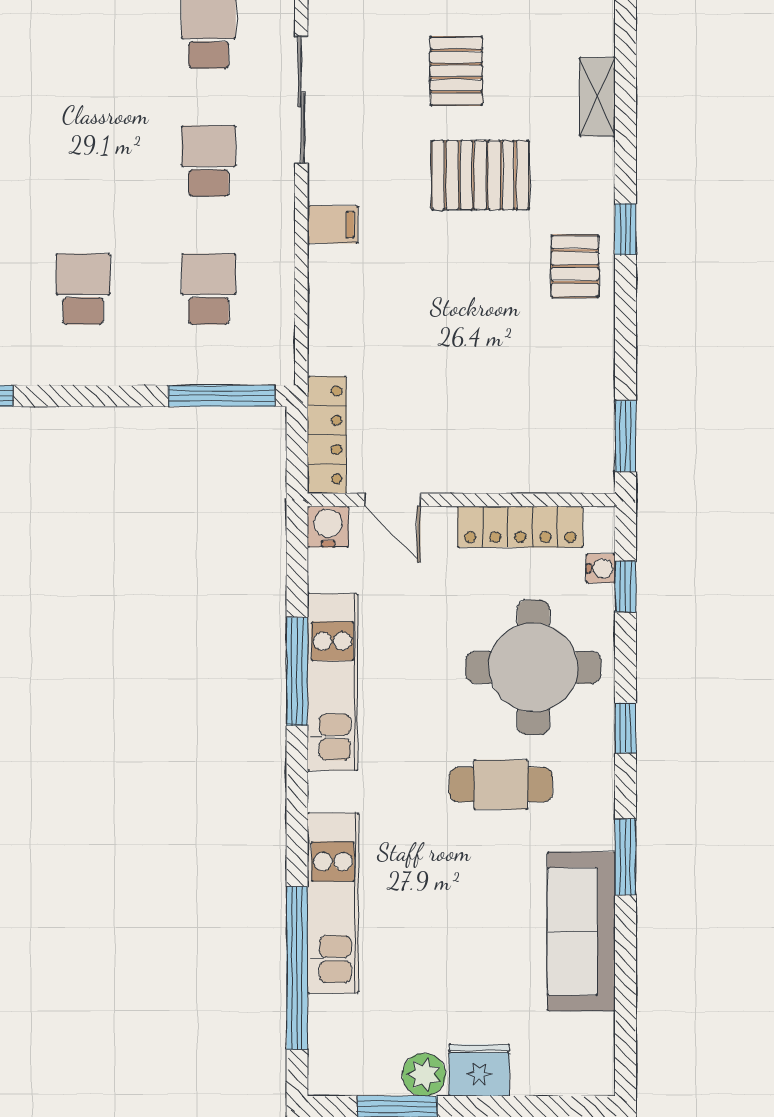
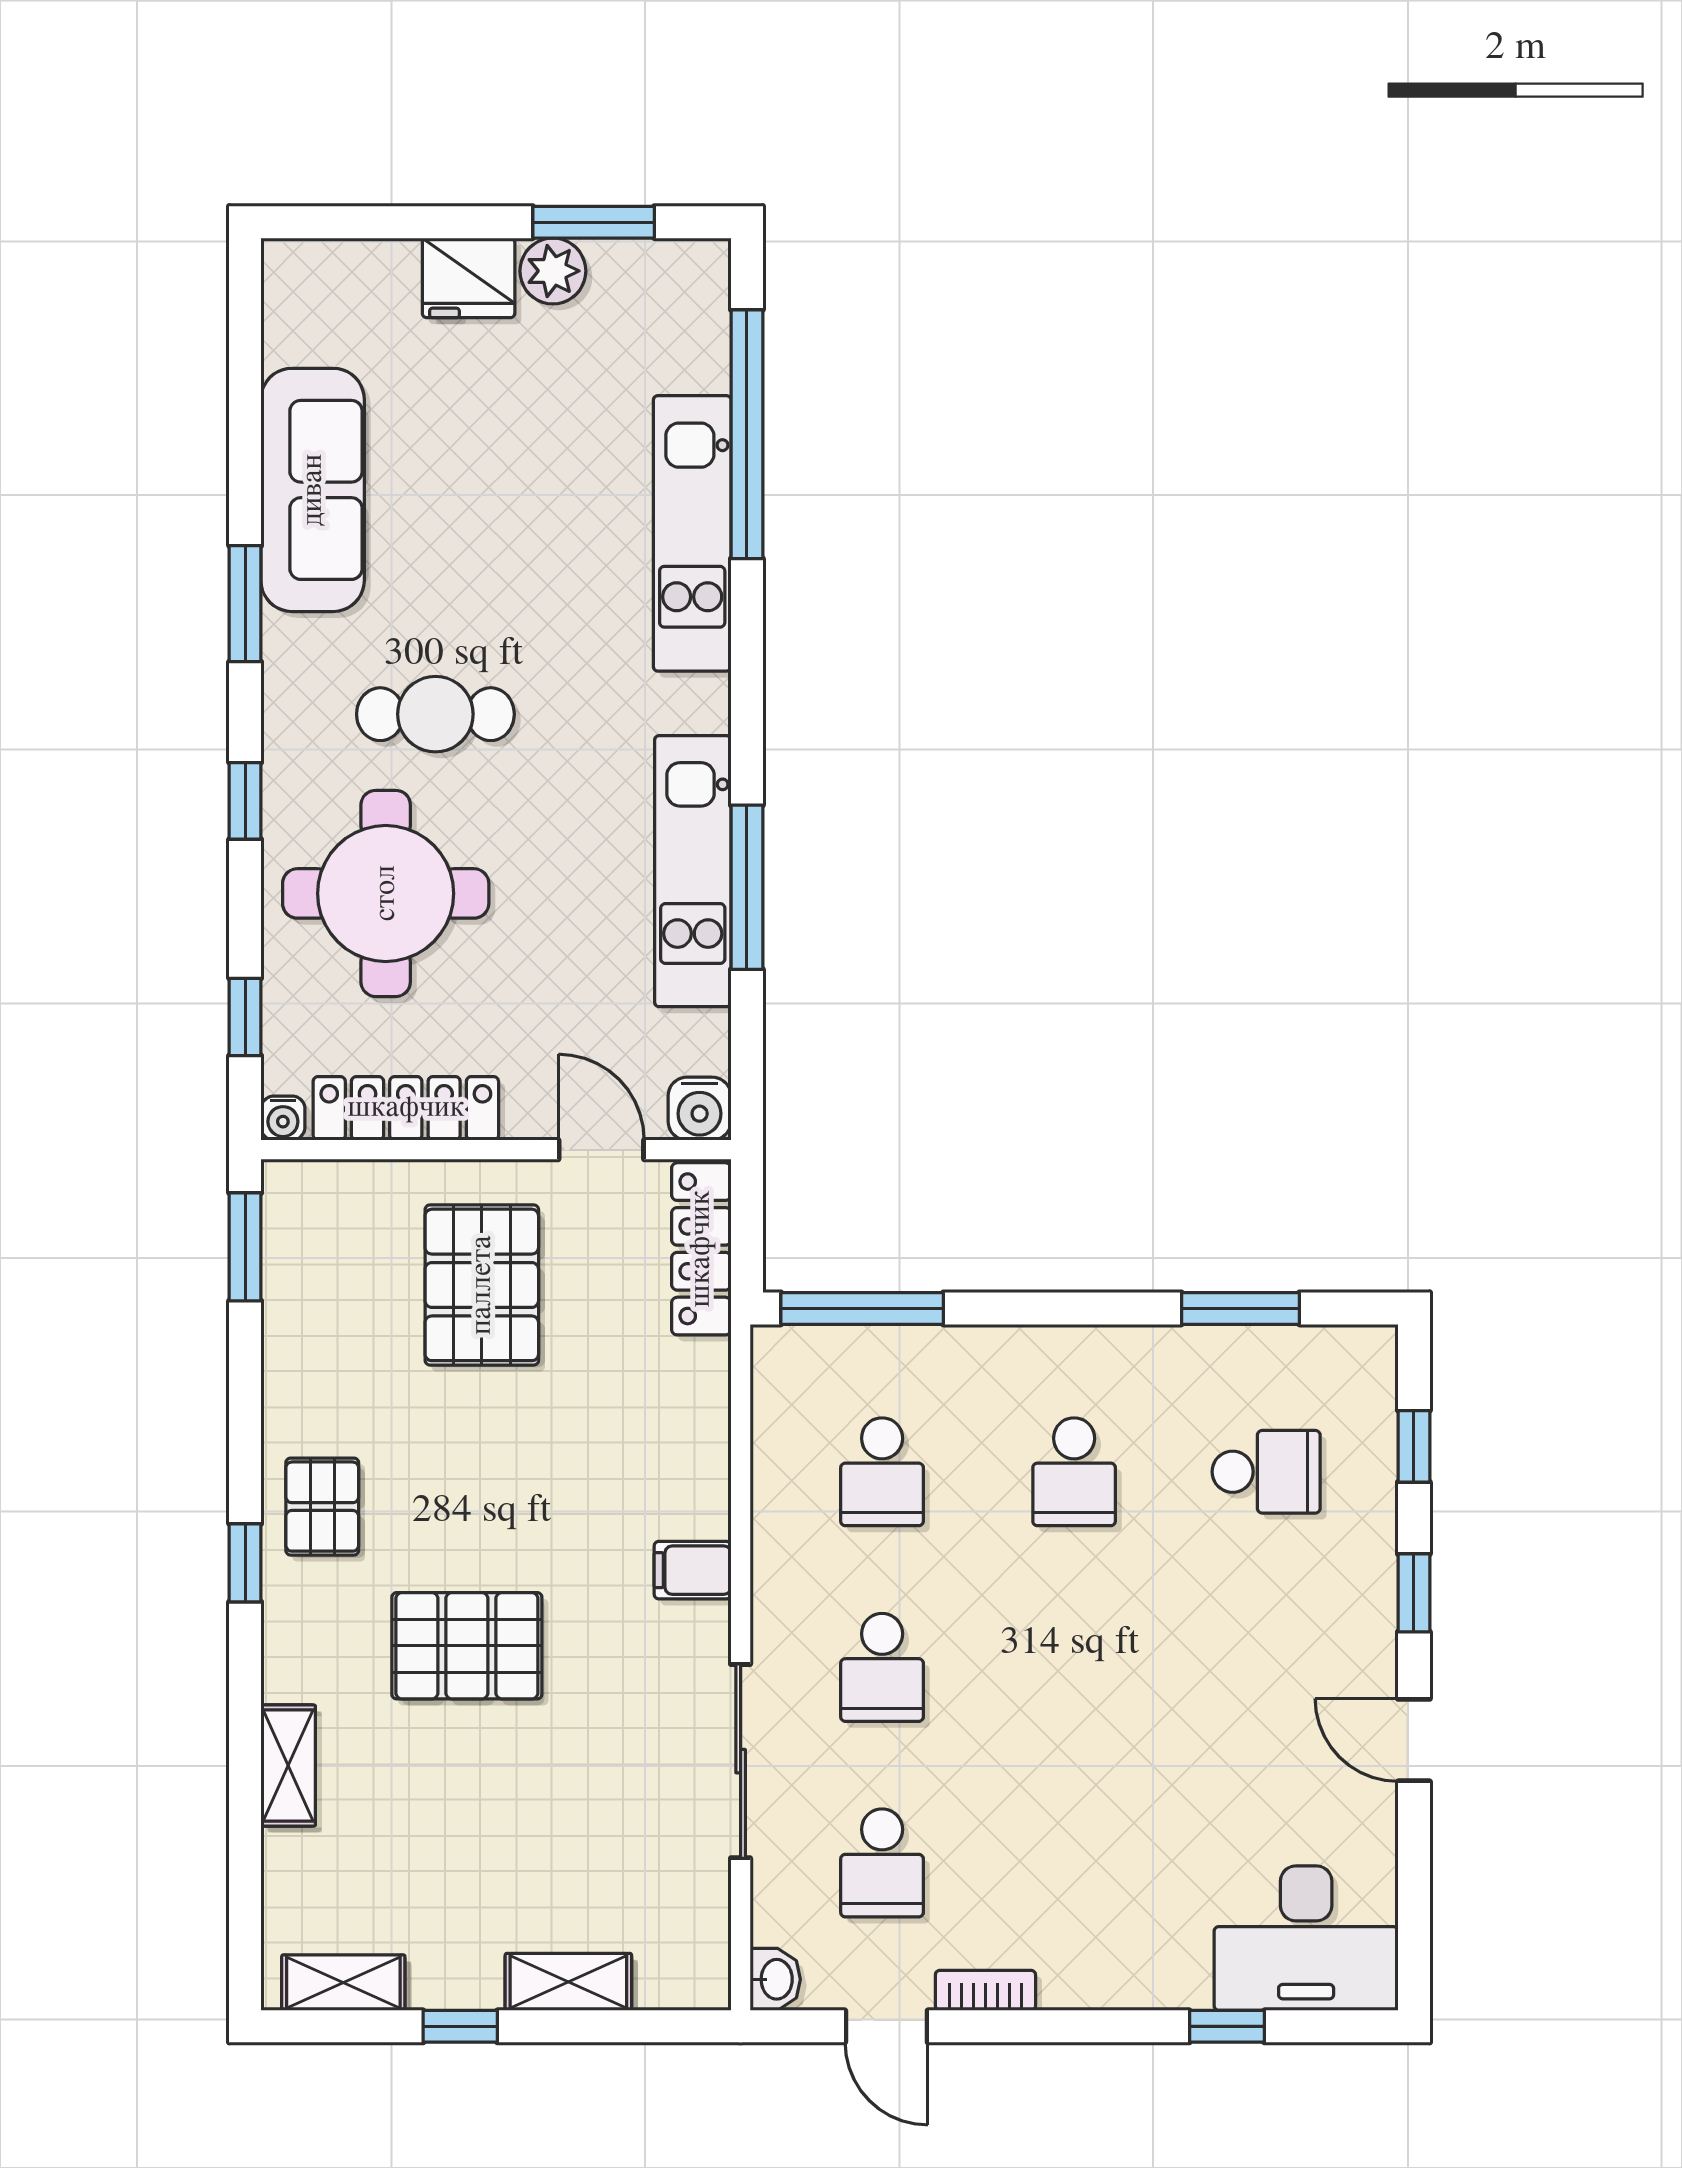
pallet: (456, 71) -> (482, 1285), moved, width x1.50, depth x1.42
water cooler: (601, 568) -> (283, 1118), moved, turned -90

